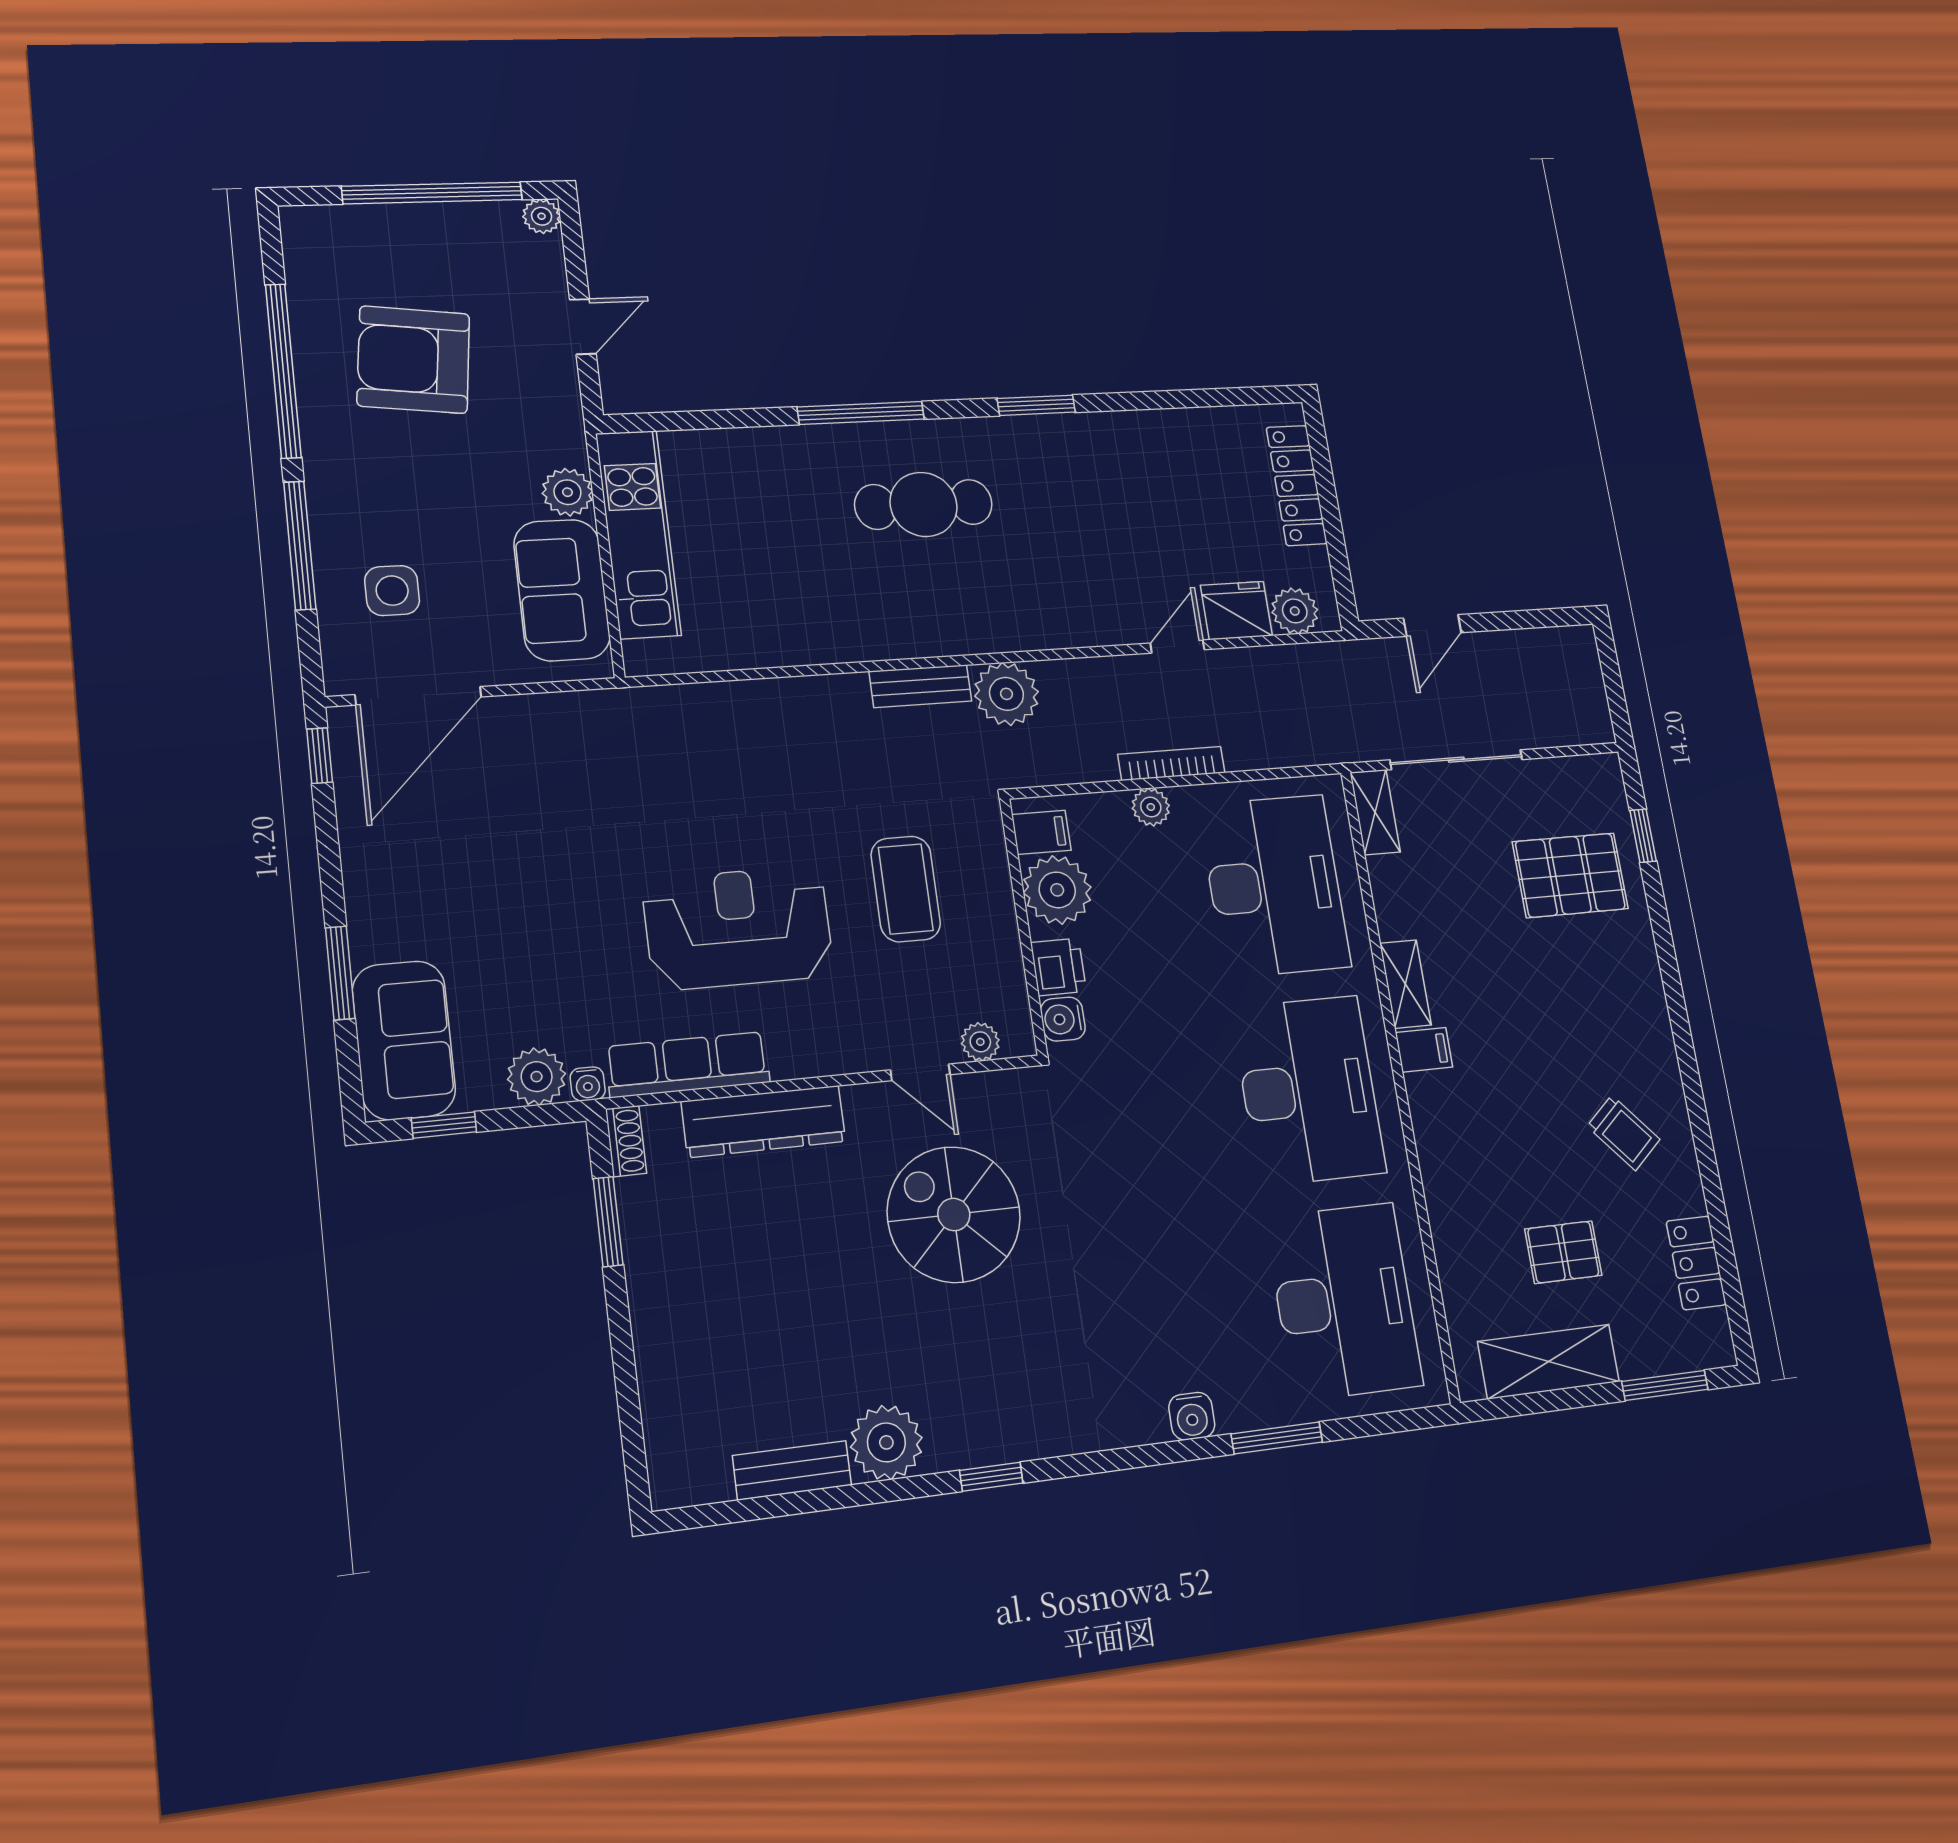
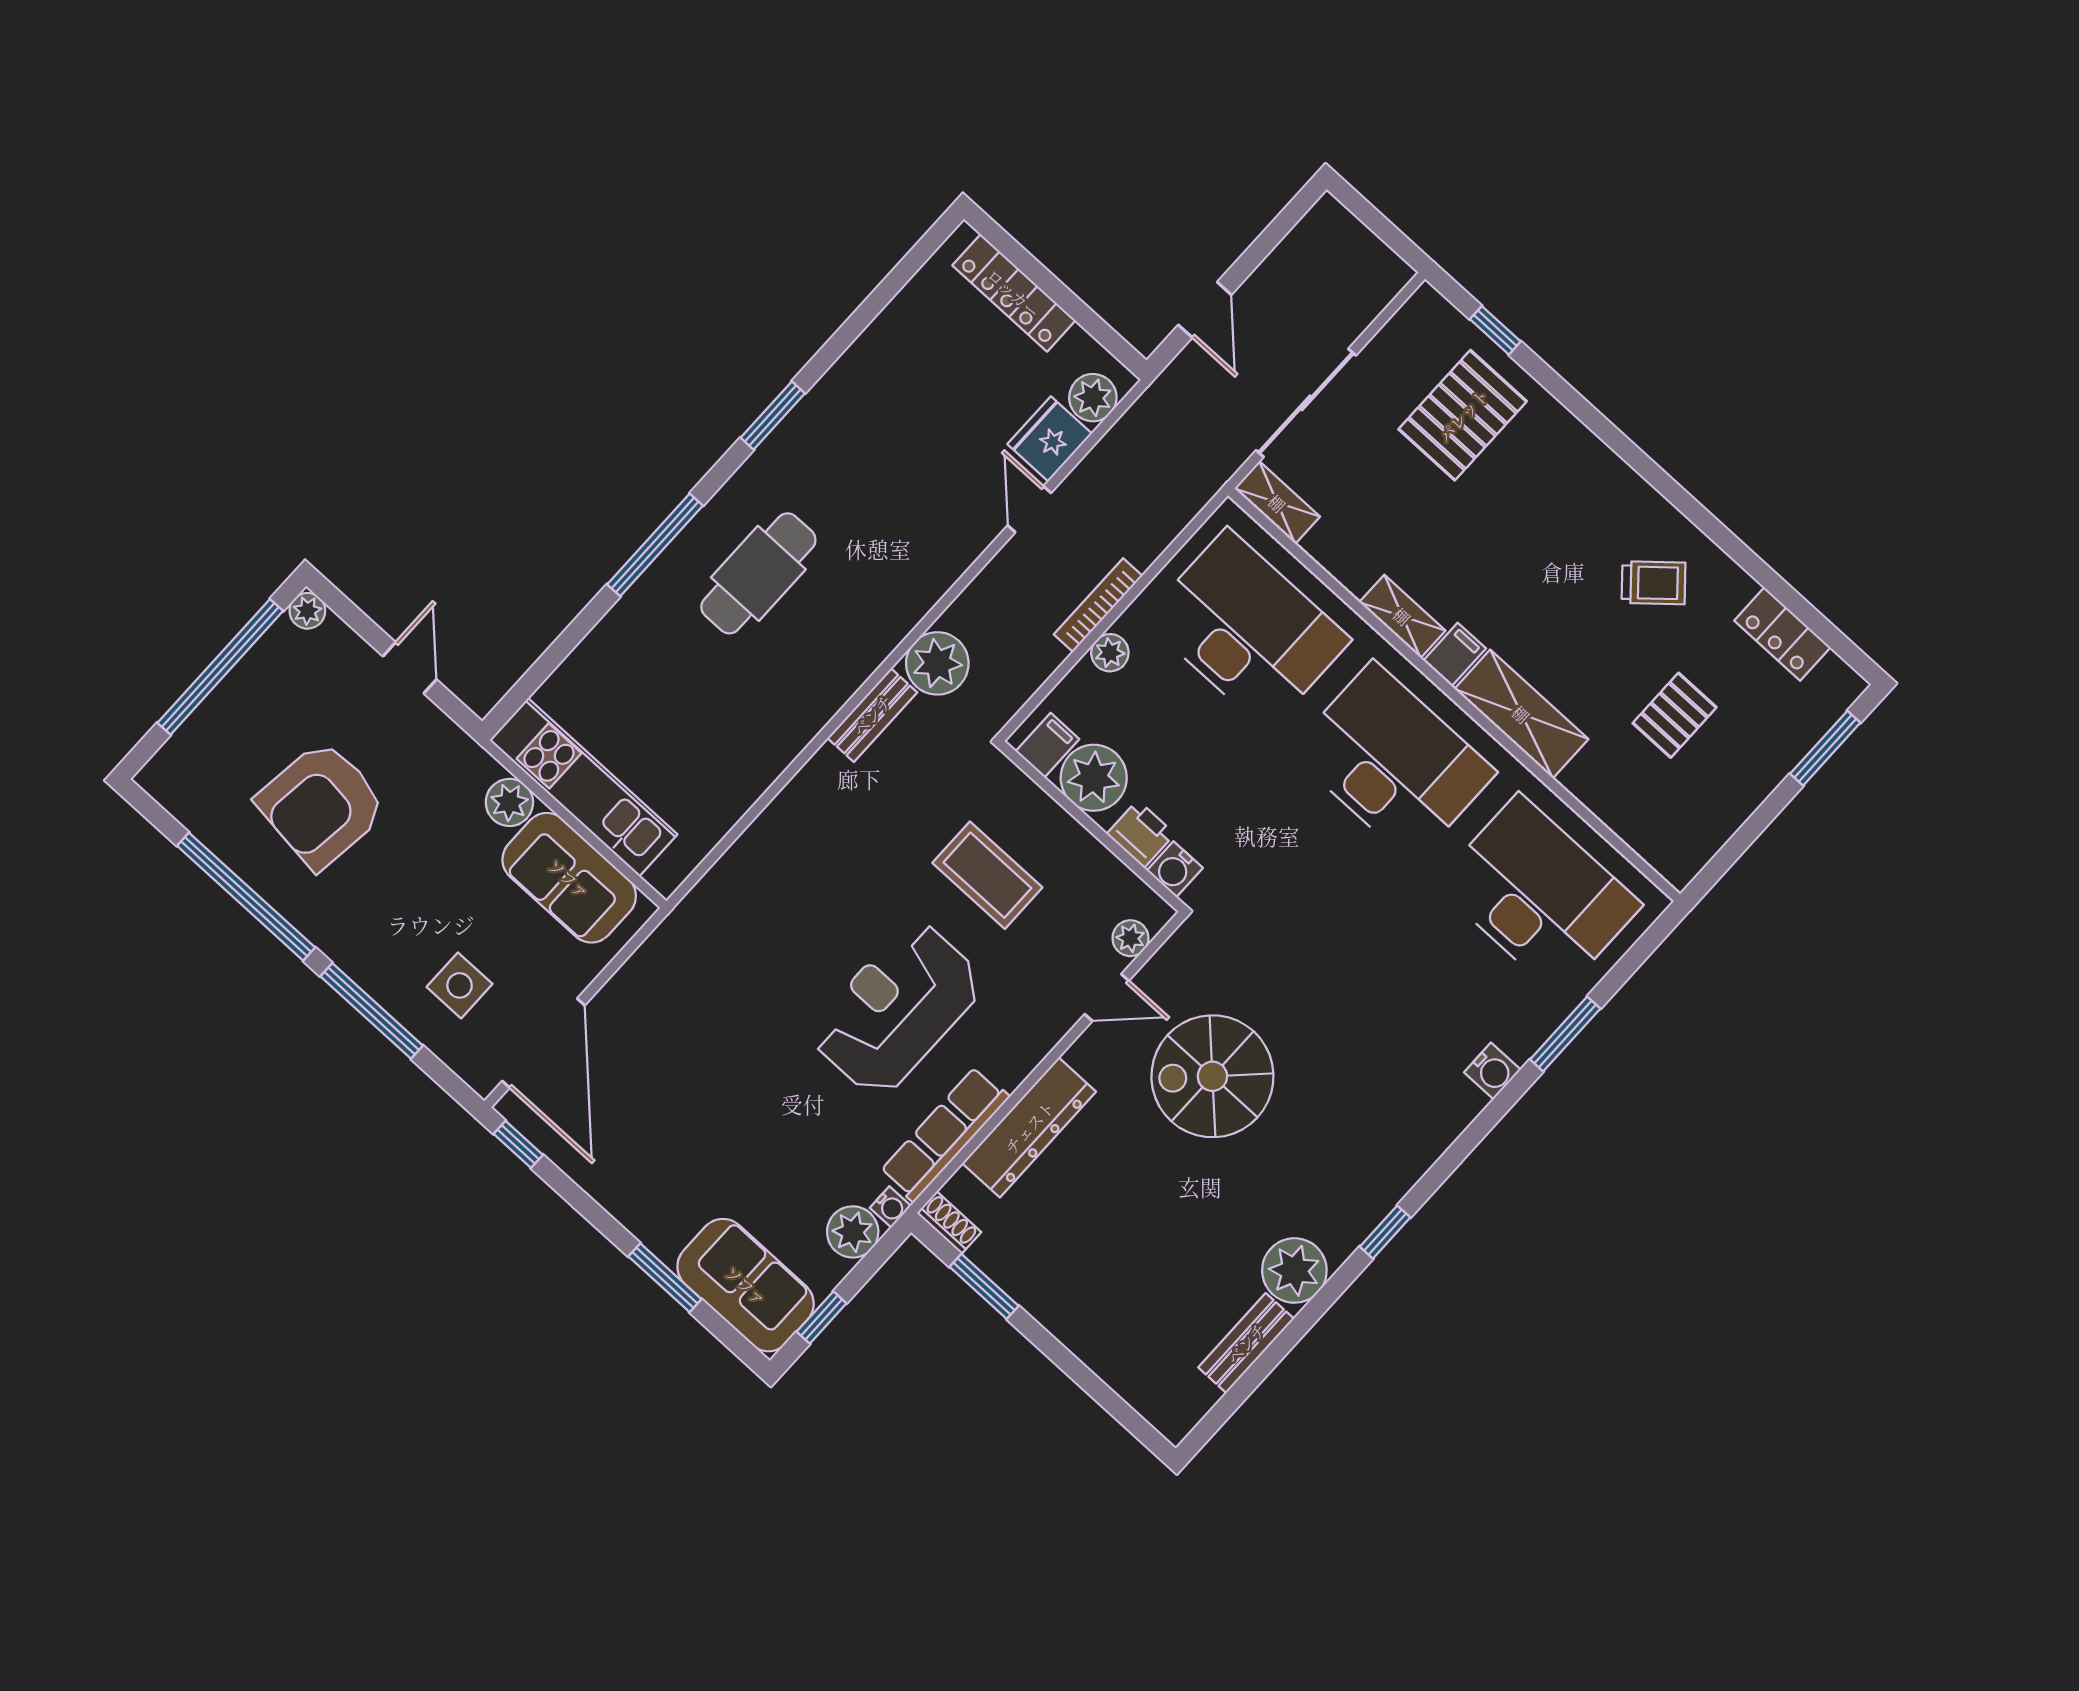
shelving: (1549, 1362) -> (1521, 714), moved, turned 90

